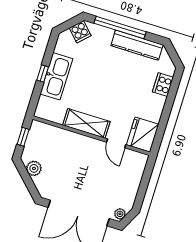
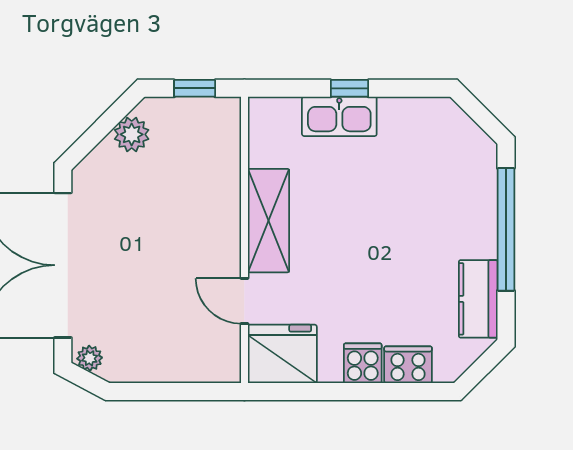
cooker: (80, 32) -> (363, 363), moved, turned 135
kitchen counter: (137, 45) -> (478, 299), width x0.67
kitchen sink: (56, 76) -> (339, 116), width x0.73, depth x0.81
door: (116, 143) -> (244, 301), hinge flipped

